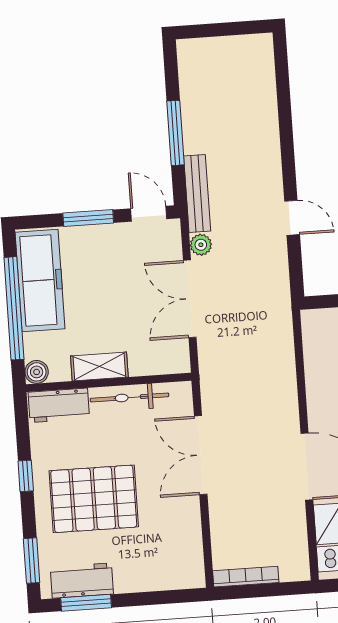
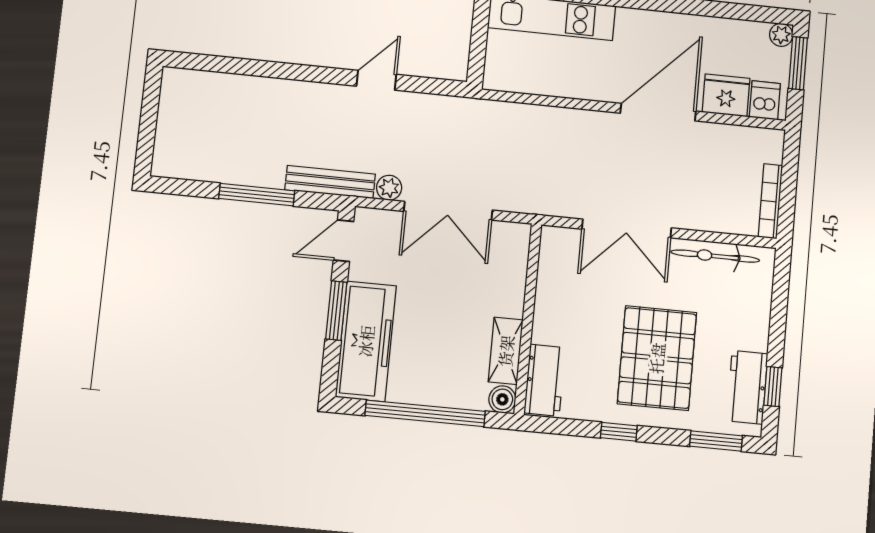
freezer: (40, 280) -> (366, 341), moved, turned 90
shelving: (99, 367) -> (506, 351), moved
bicycle: (129, 397) -> (715, 256), moved, turned 90
window: (86, 603) -> (773, 387), width x0.67

